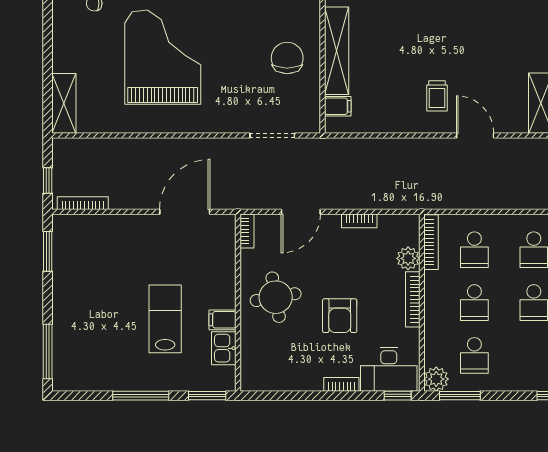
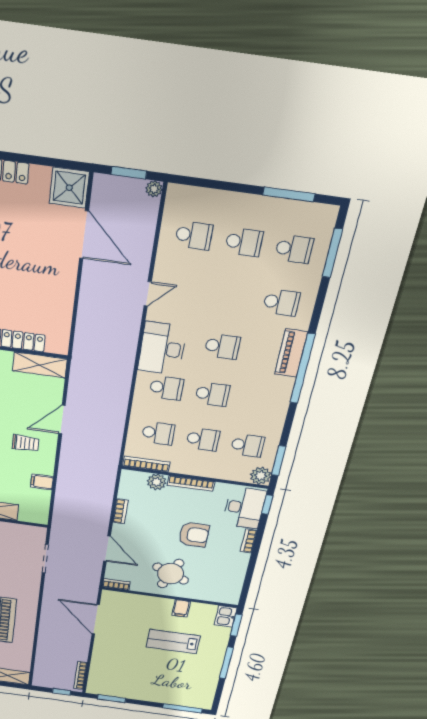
filing cabinet: (338, 106) -> (42, 482), moved, turned -90
round table: (276, 297) -> (171, 574), turned 33
kitchen sink: (224, 348) -> (226, 616), moved, turned 90

